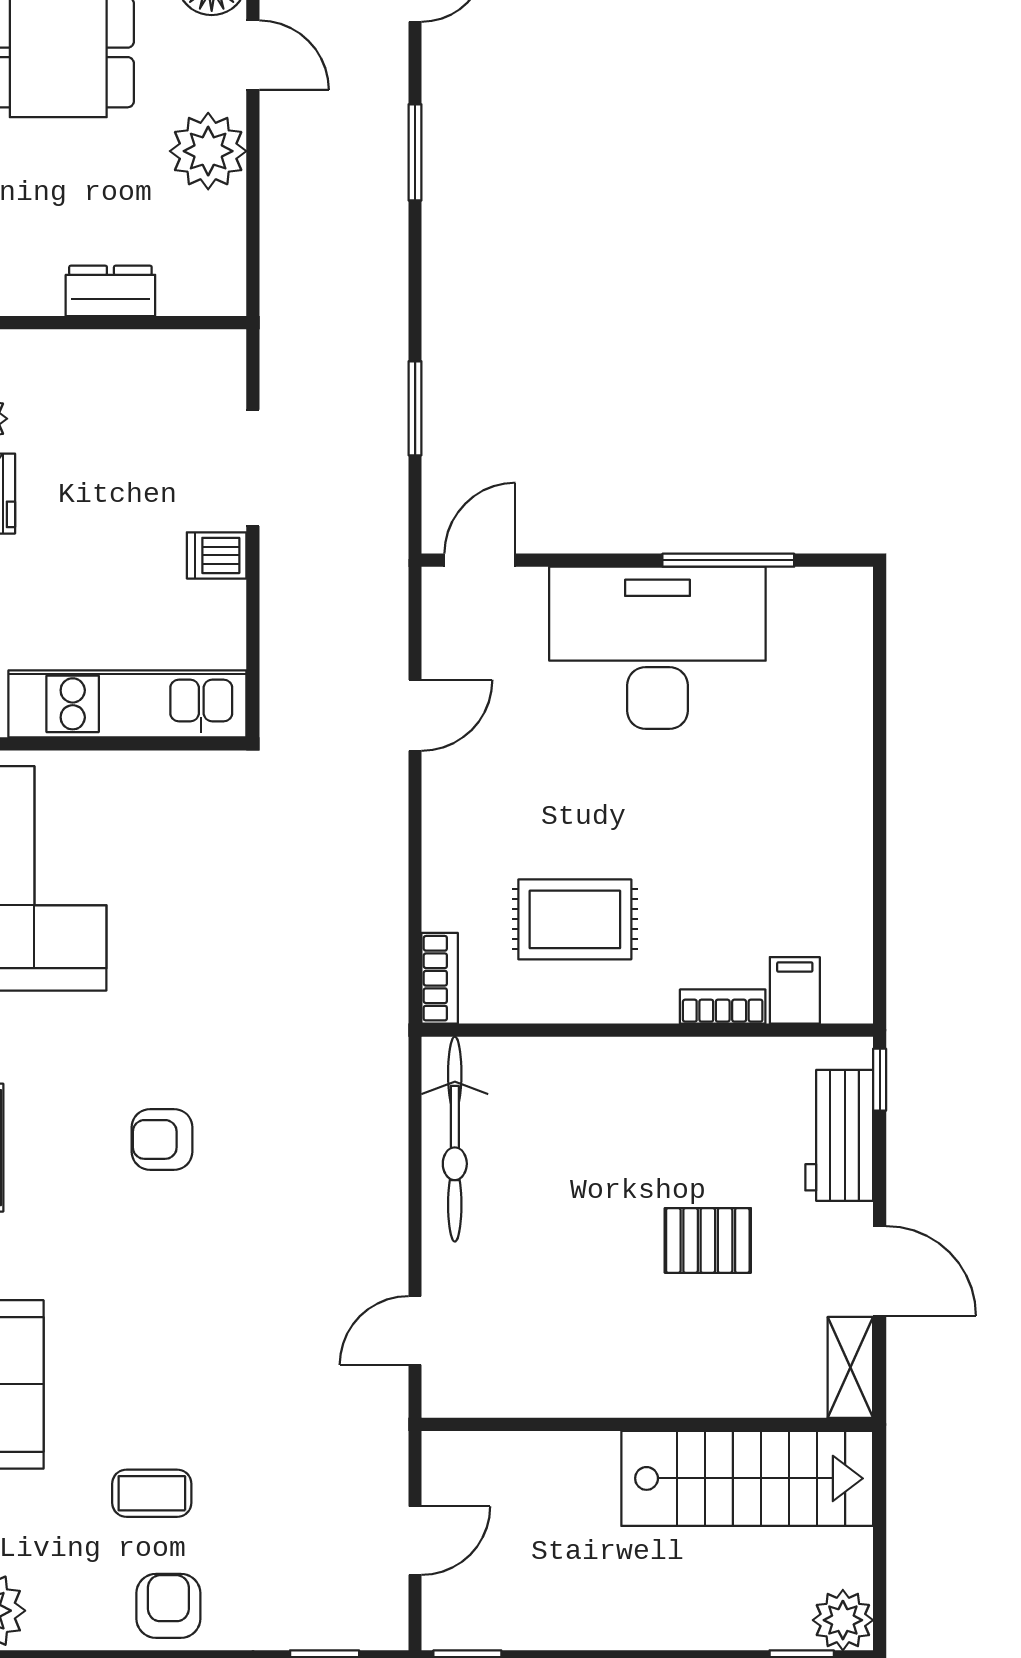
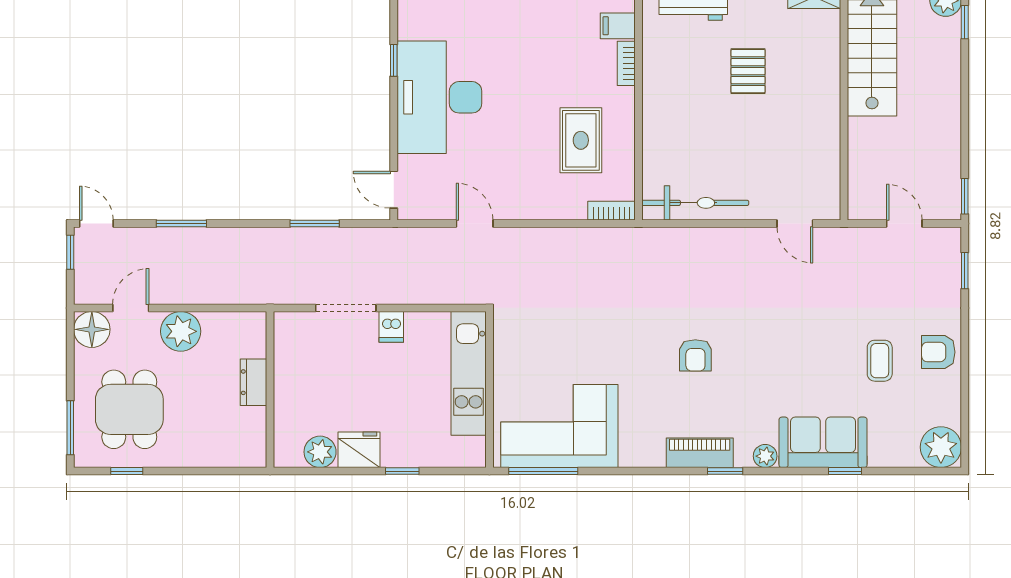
window: (728, 560) -> (394, 60), width x0.46

